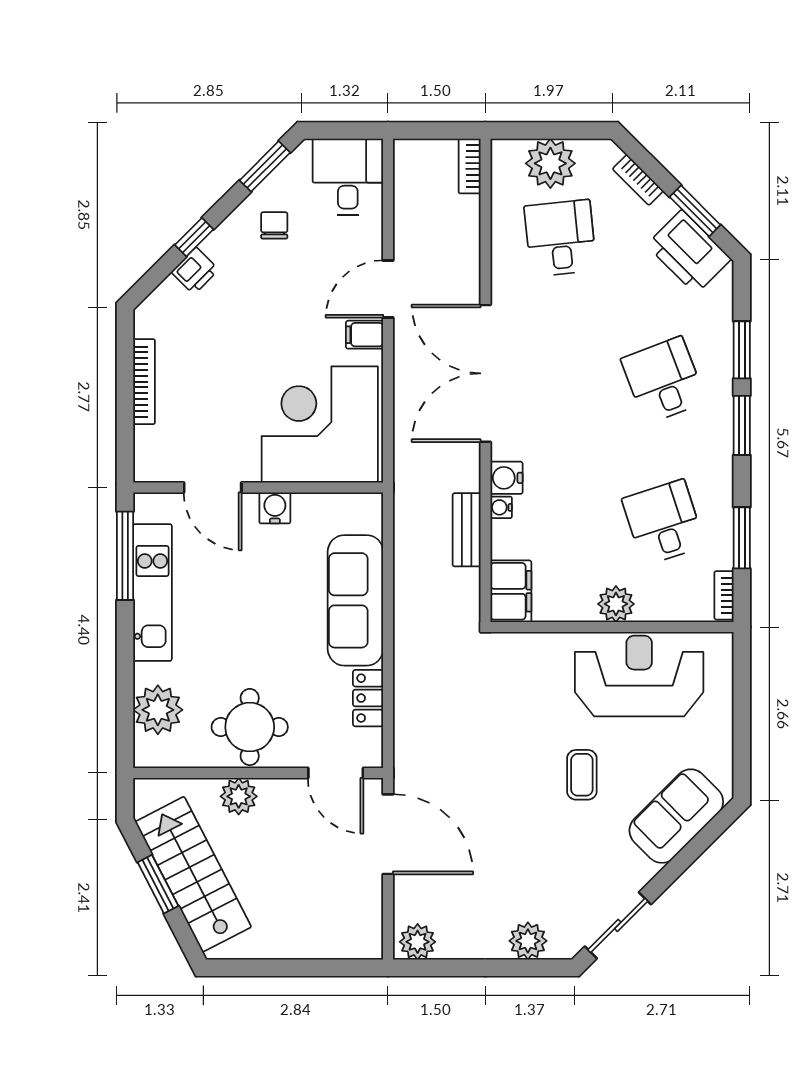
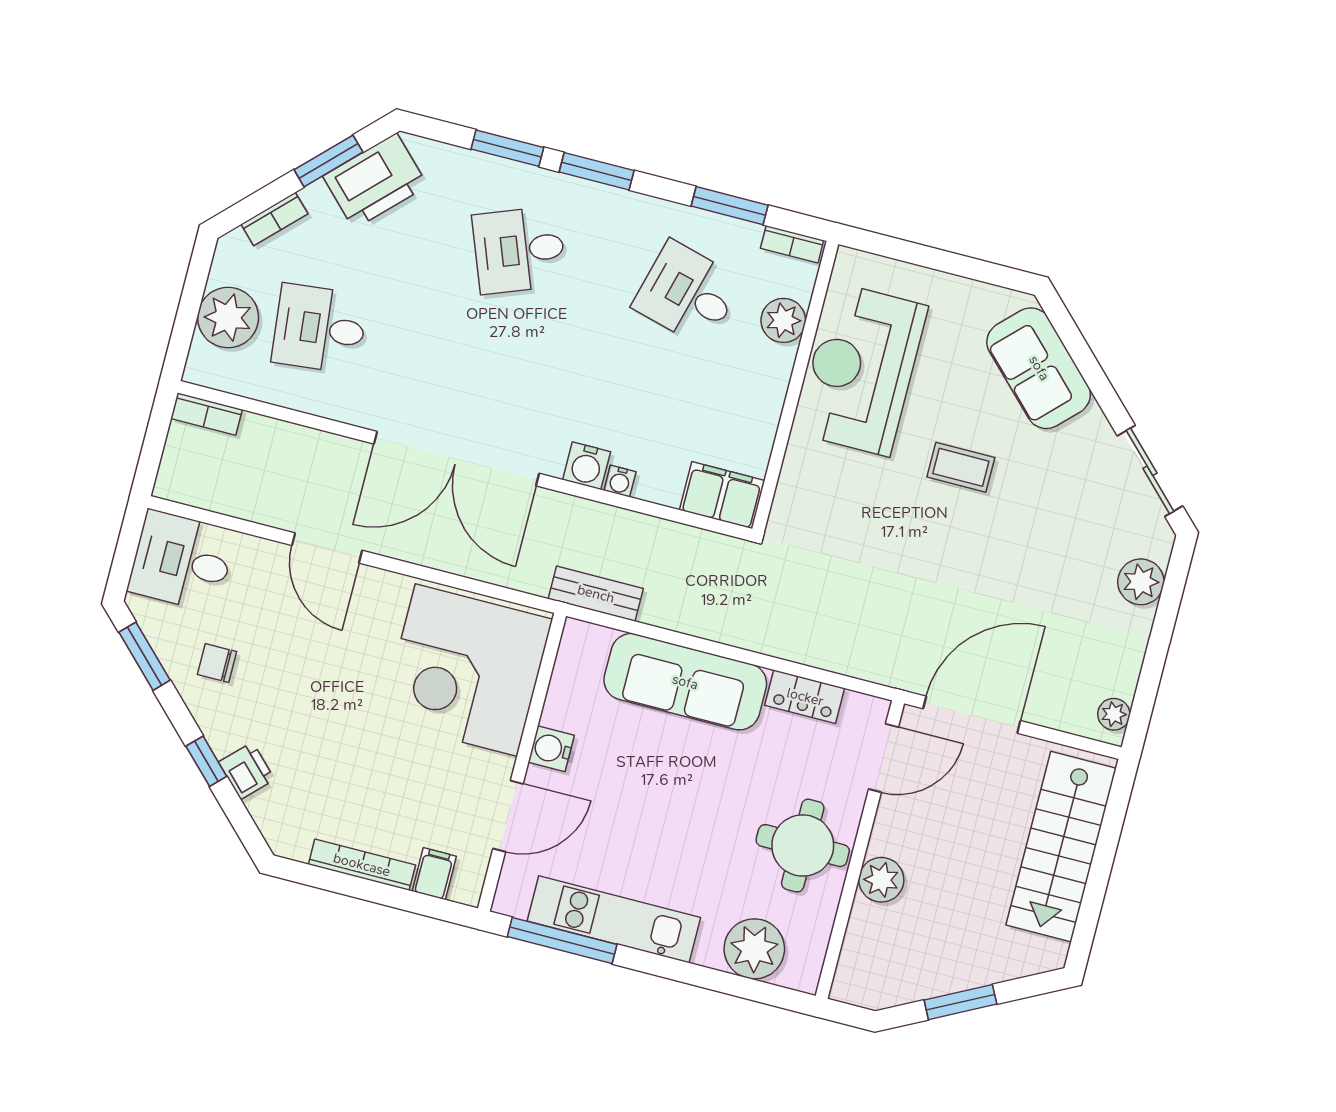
filing cabinet: (365, 335) -> (434, 874), moved, turned 180
desk: (664, 522) -> (687, 294), turned 33
bench: (467, 530) -> (596, 594), moved
plant: (616, 604) -> (783, 320), moved
stairs: (193, 874) -> (1061, 847), moved, turned -63
plant: (418, 942) -> (1114, 714), width x0.73, depth x0.73

